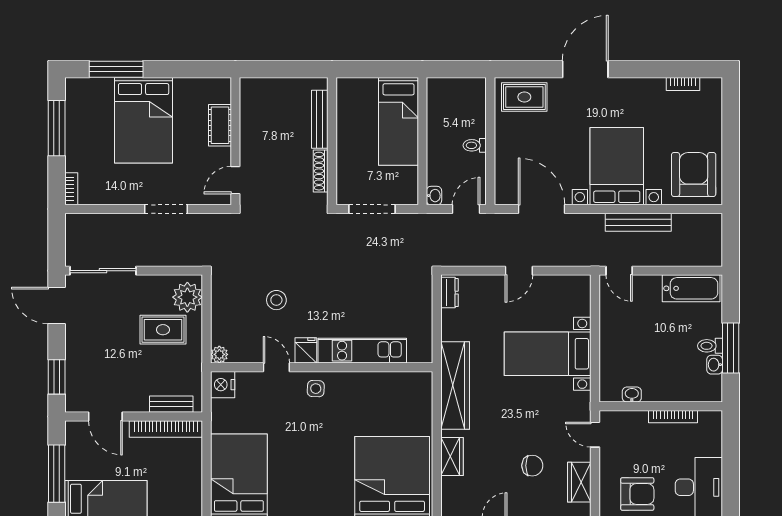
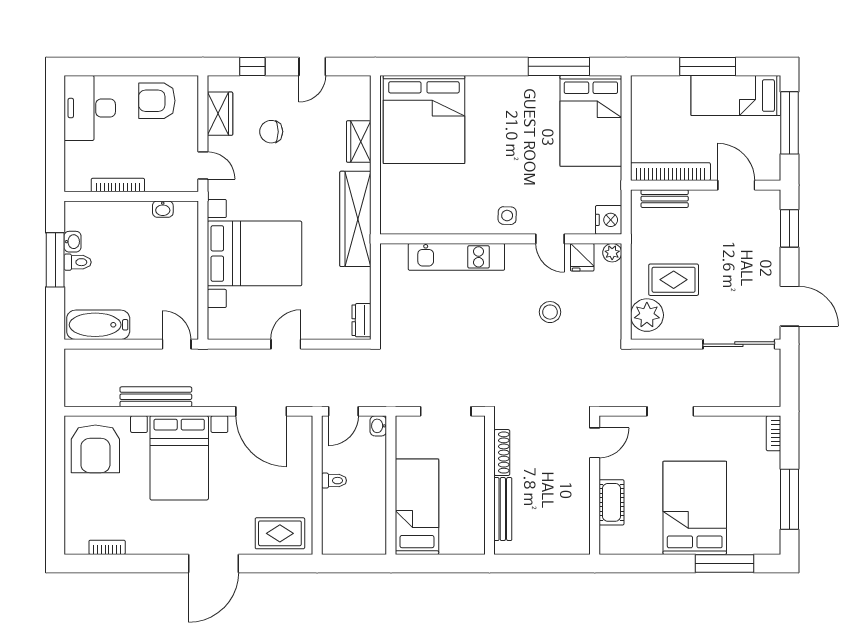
fridge: (306, 350) -> (582, 257), moved
bed with nightstands: (548, 354) -> (254, 253), width x1.36

